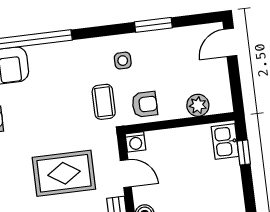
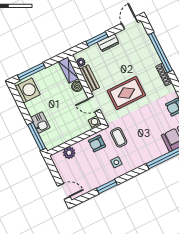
door: (230, 42) -> (64, 191), hinge flipped
kitchen sink: (225, 142) -> (40, 123), moved
window: (244, 153) -> (37, 136), width x2.17

